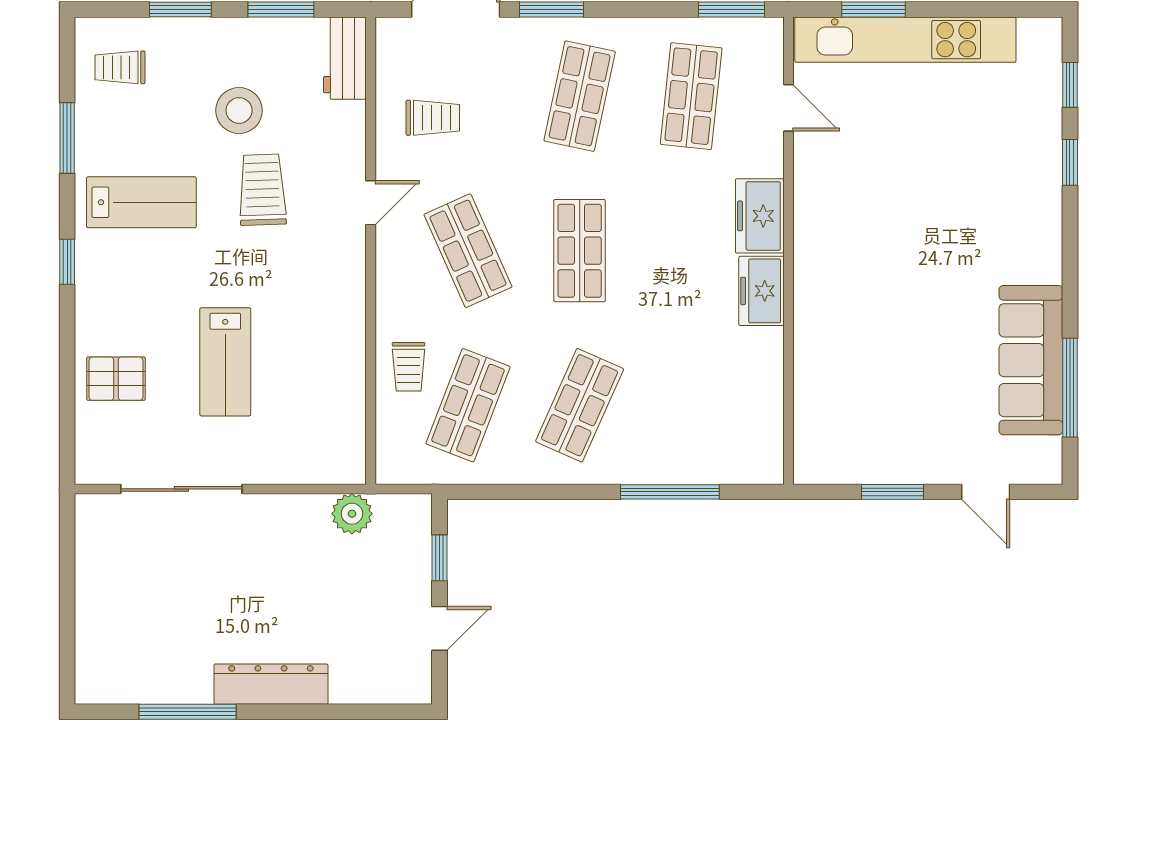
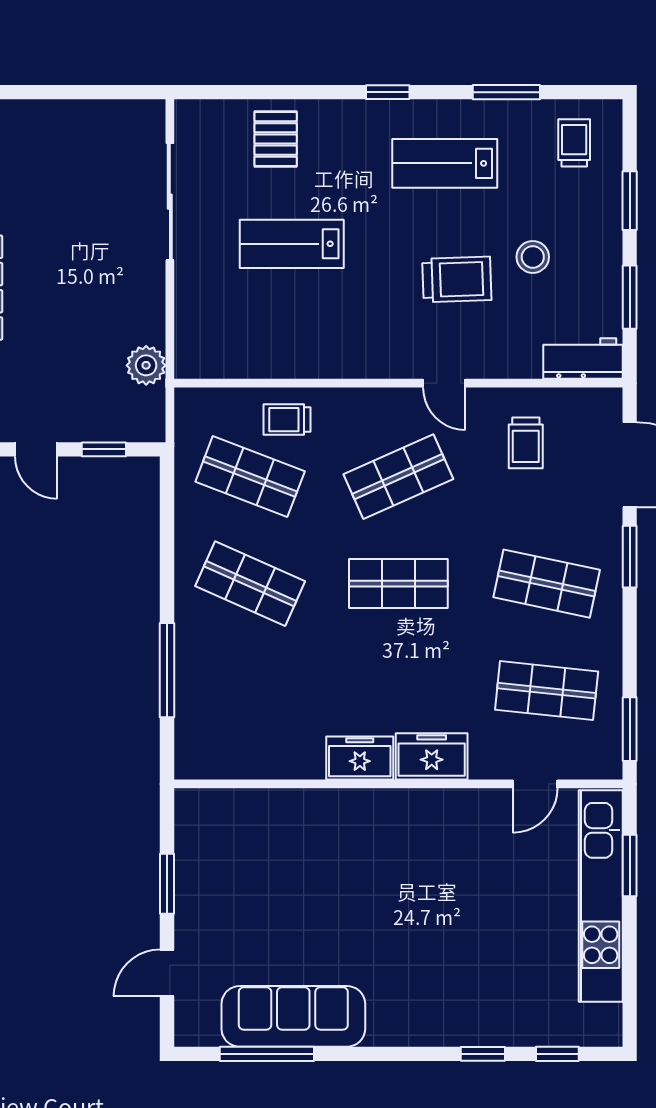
stool: (239, 111) -> (533, 257), width x0.73, depth x0.73
lab bench: (141, 202) -> (445, 163), turned 90

